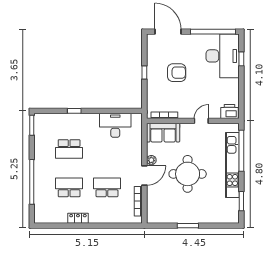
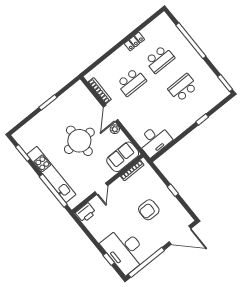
desk: (115, 125) -> (154, 140), moved

